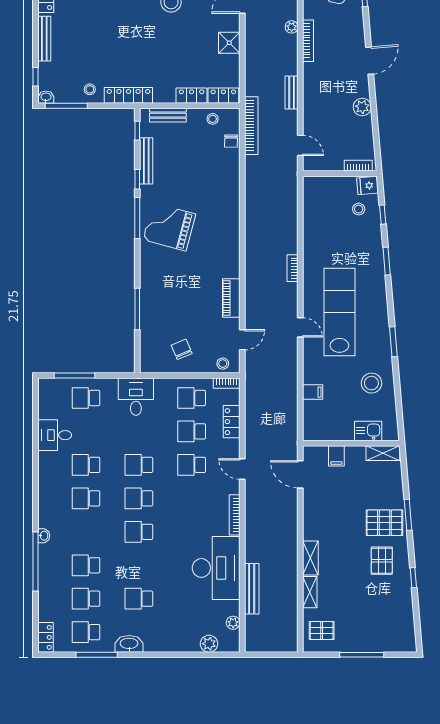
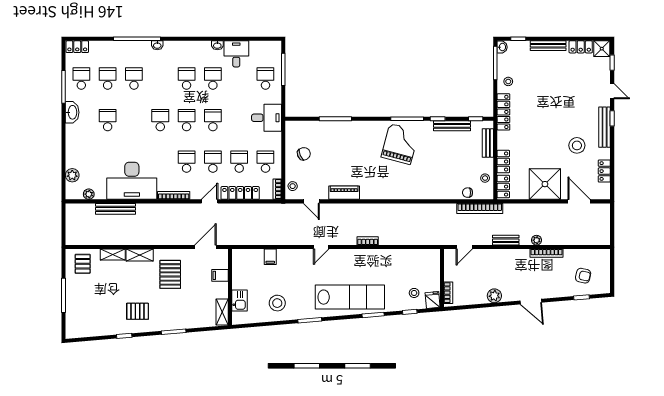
plant: (292, 27) -> (536, 240), moved
shower: (229, 43) -> (545, 184), width x1.86, depth x1.86
lab bench: (339, 312) -> (350, 297), moved
locker: (232, 422) -> (240, 193), width x1.53
washbasin: (44, 459) -> (217, 45), added
school desk: (192, 498) -> (187, 162), added
pallet: (384, 523) -> (170, 274), moved

